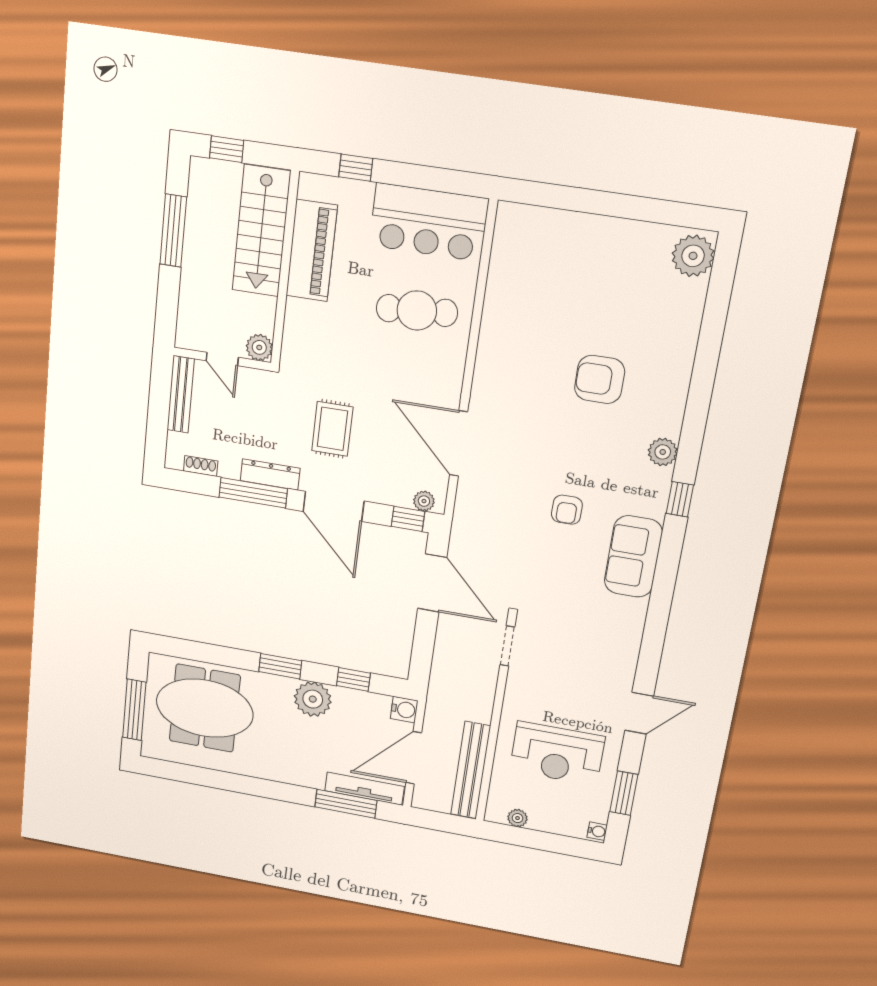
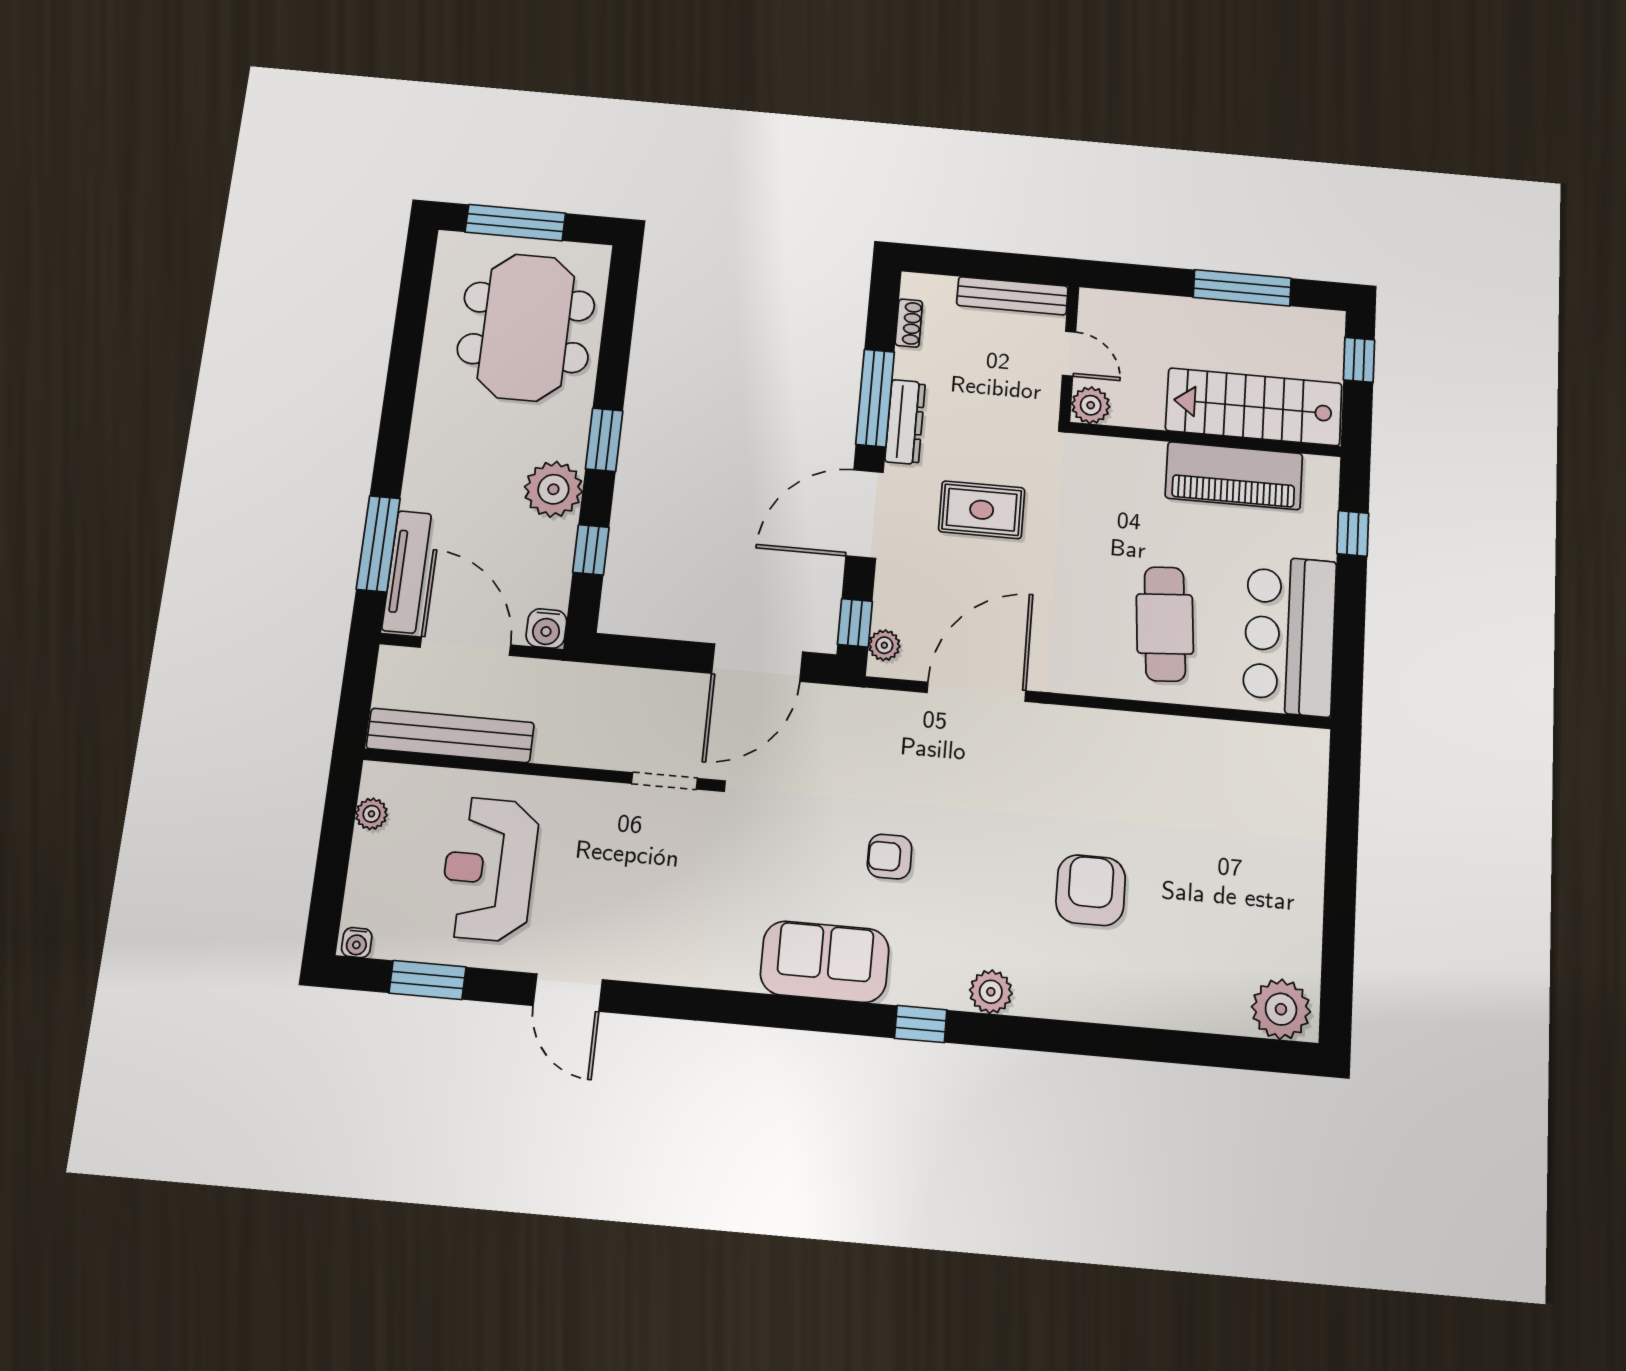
door: (222, 359) -> (1069, 354), swing flipped

